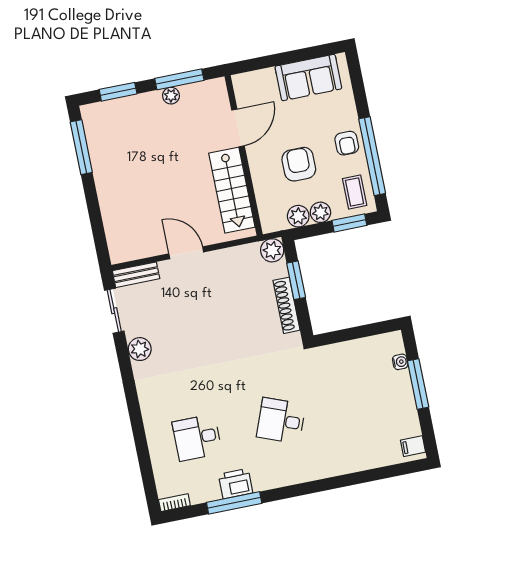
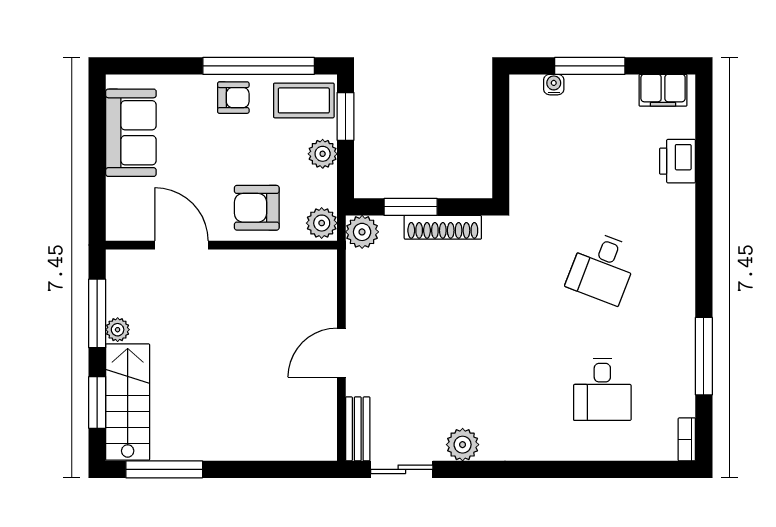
armchair: (299, 164) -> (257, 208), moved
stairs: (232, 190) -> (128, 402), moved, turned -90
coffee table: (355, 192) -> (304, 100), width x1.36, depth x1.30
plant: (298, 216) -> (322, 223), moved
filing cabinet: (413, 446) -> (663, 90), width x2.00
printer: (236, 484) -> (677, 161), moved

